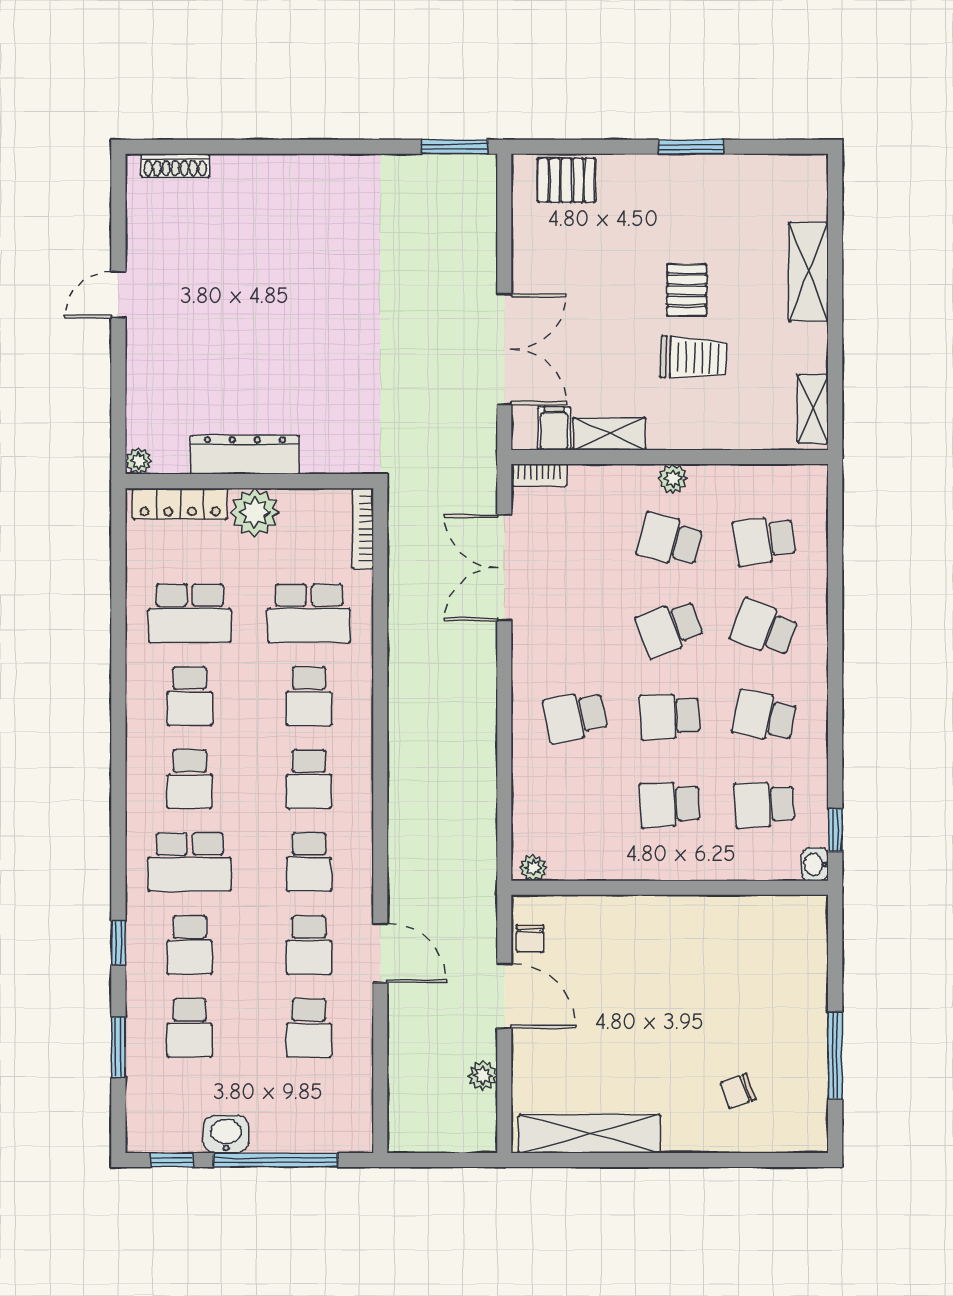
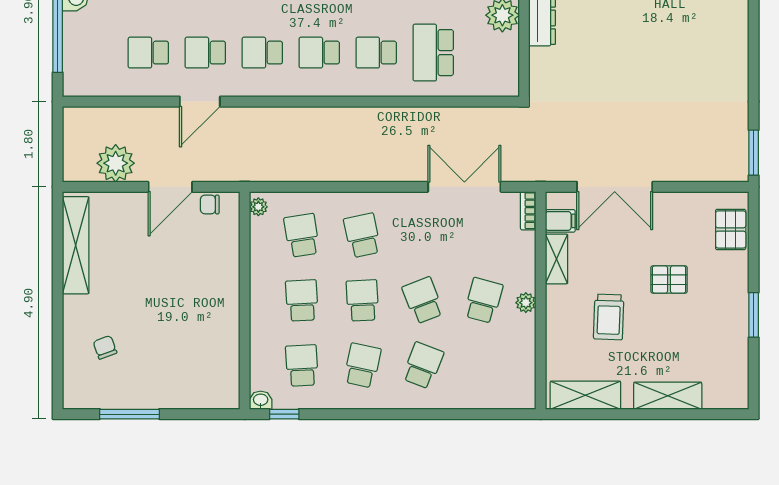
pallet: (687, 290) -> (669, 279), moved
shelving: (813, 409) -> (585, 395), width x1.50, depth x1.33
bookcase: (363, 529) -> (491, 90), removed
school desk: (764, 540) -> (302, 235), moved
plant: (483, 1075) -> (116, 163), width x1.87, depth x1.87

